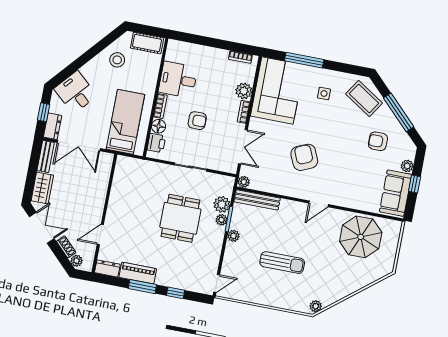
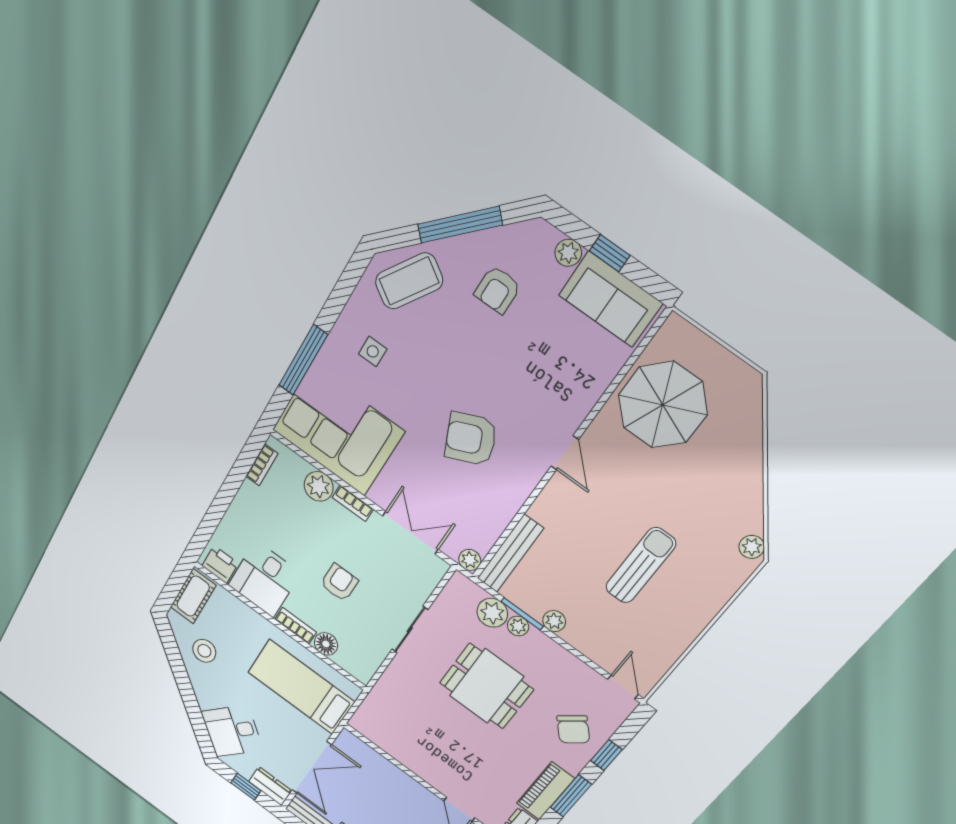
printer: (156, 143) -> (220, 564), moved
chair: (181, 271) -> (573, 729), added

